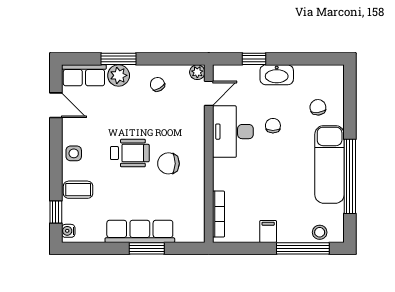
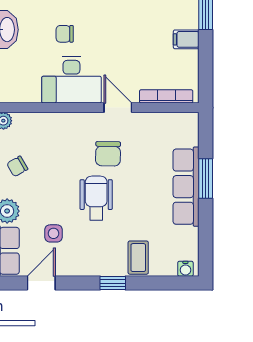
door: (209, 93) -> (118, 108), moved
side table: (74, 153) -> (54, 233), moved
window: (56, 212) -> (113, 283), moved

